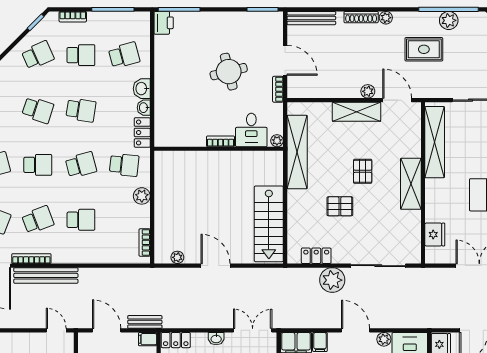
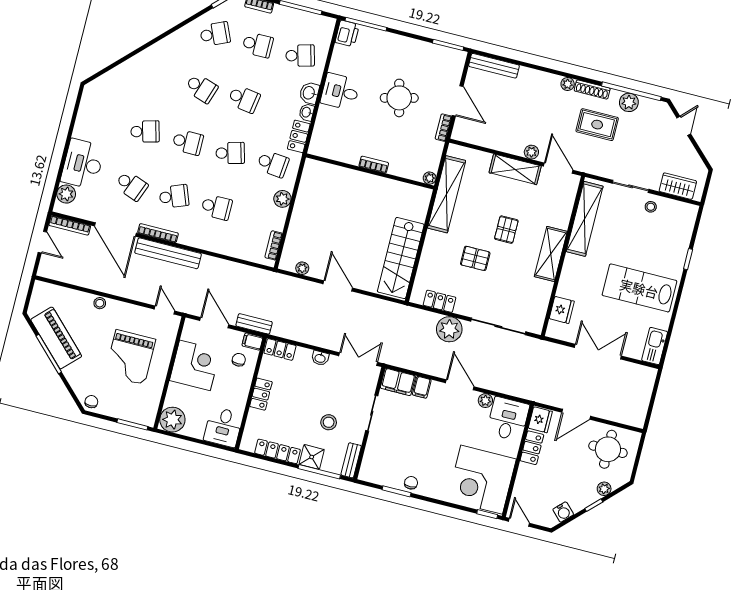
shoe rack: (361, 17) -> (592, 90), moved
desk: (251, 130) -> (340, 92), moved, turned 90

